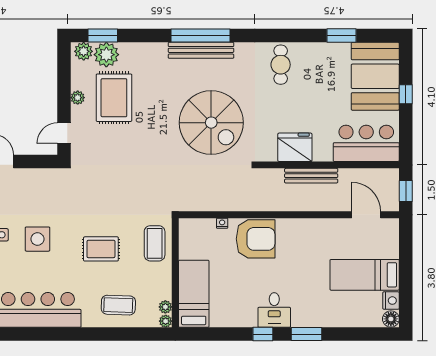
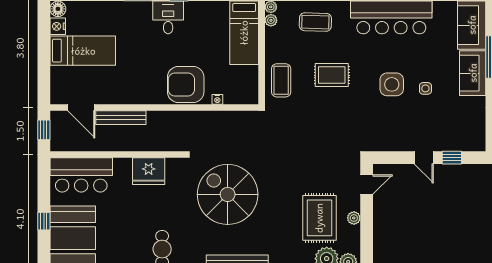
bench: (311, 176) -> (121, 118), moved

